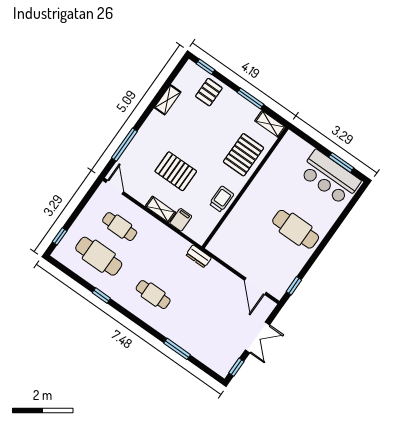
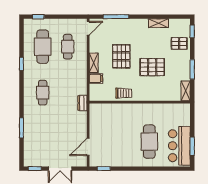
pallet: (243, 155) -> (152, 67), moved
cafe table: (296, 229) -> (149, 142), moved

